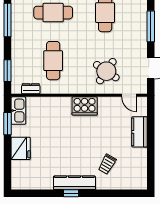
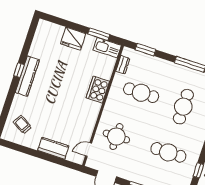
round table: (106, 71) -> (116, 137), turned -34
cooker: (85, 106) -> (98, 90), moved
trolley: (107, 164) -> (22, 125), moved

